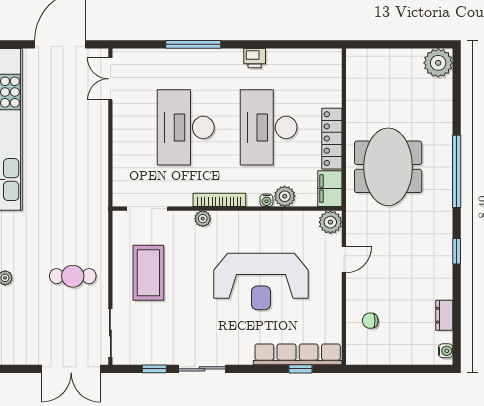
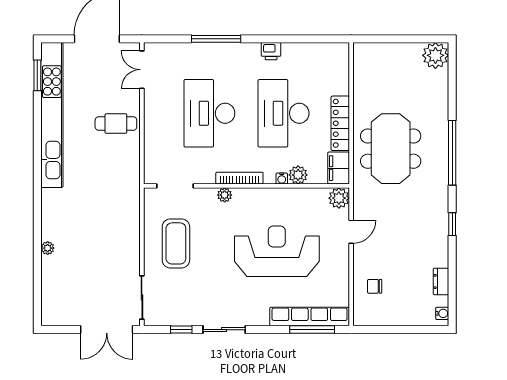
cafe table: (73, 276) -> (116, 124), moved
reception desk: (261, 281) -> (277, 251), turned 180
window: (300, 369) -> (312, 330), width x2.17

